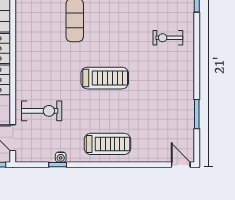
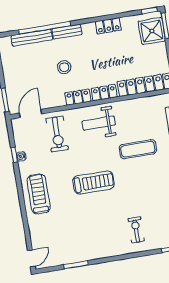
weight bench: (37, 61) -> (99, 123), added
treadmill: (105, 78) -> (94, 182), turned -90
treadmill: (107, 144) -> (39, 194), turned 180

